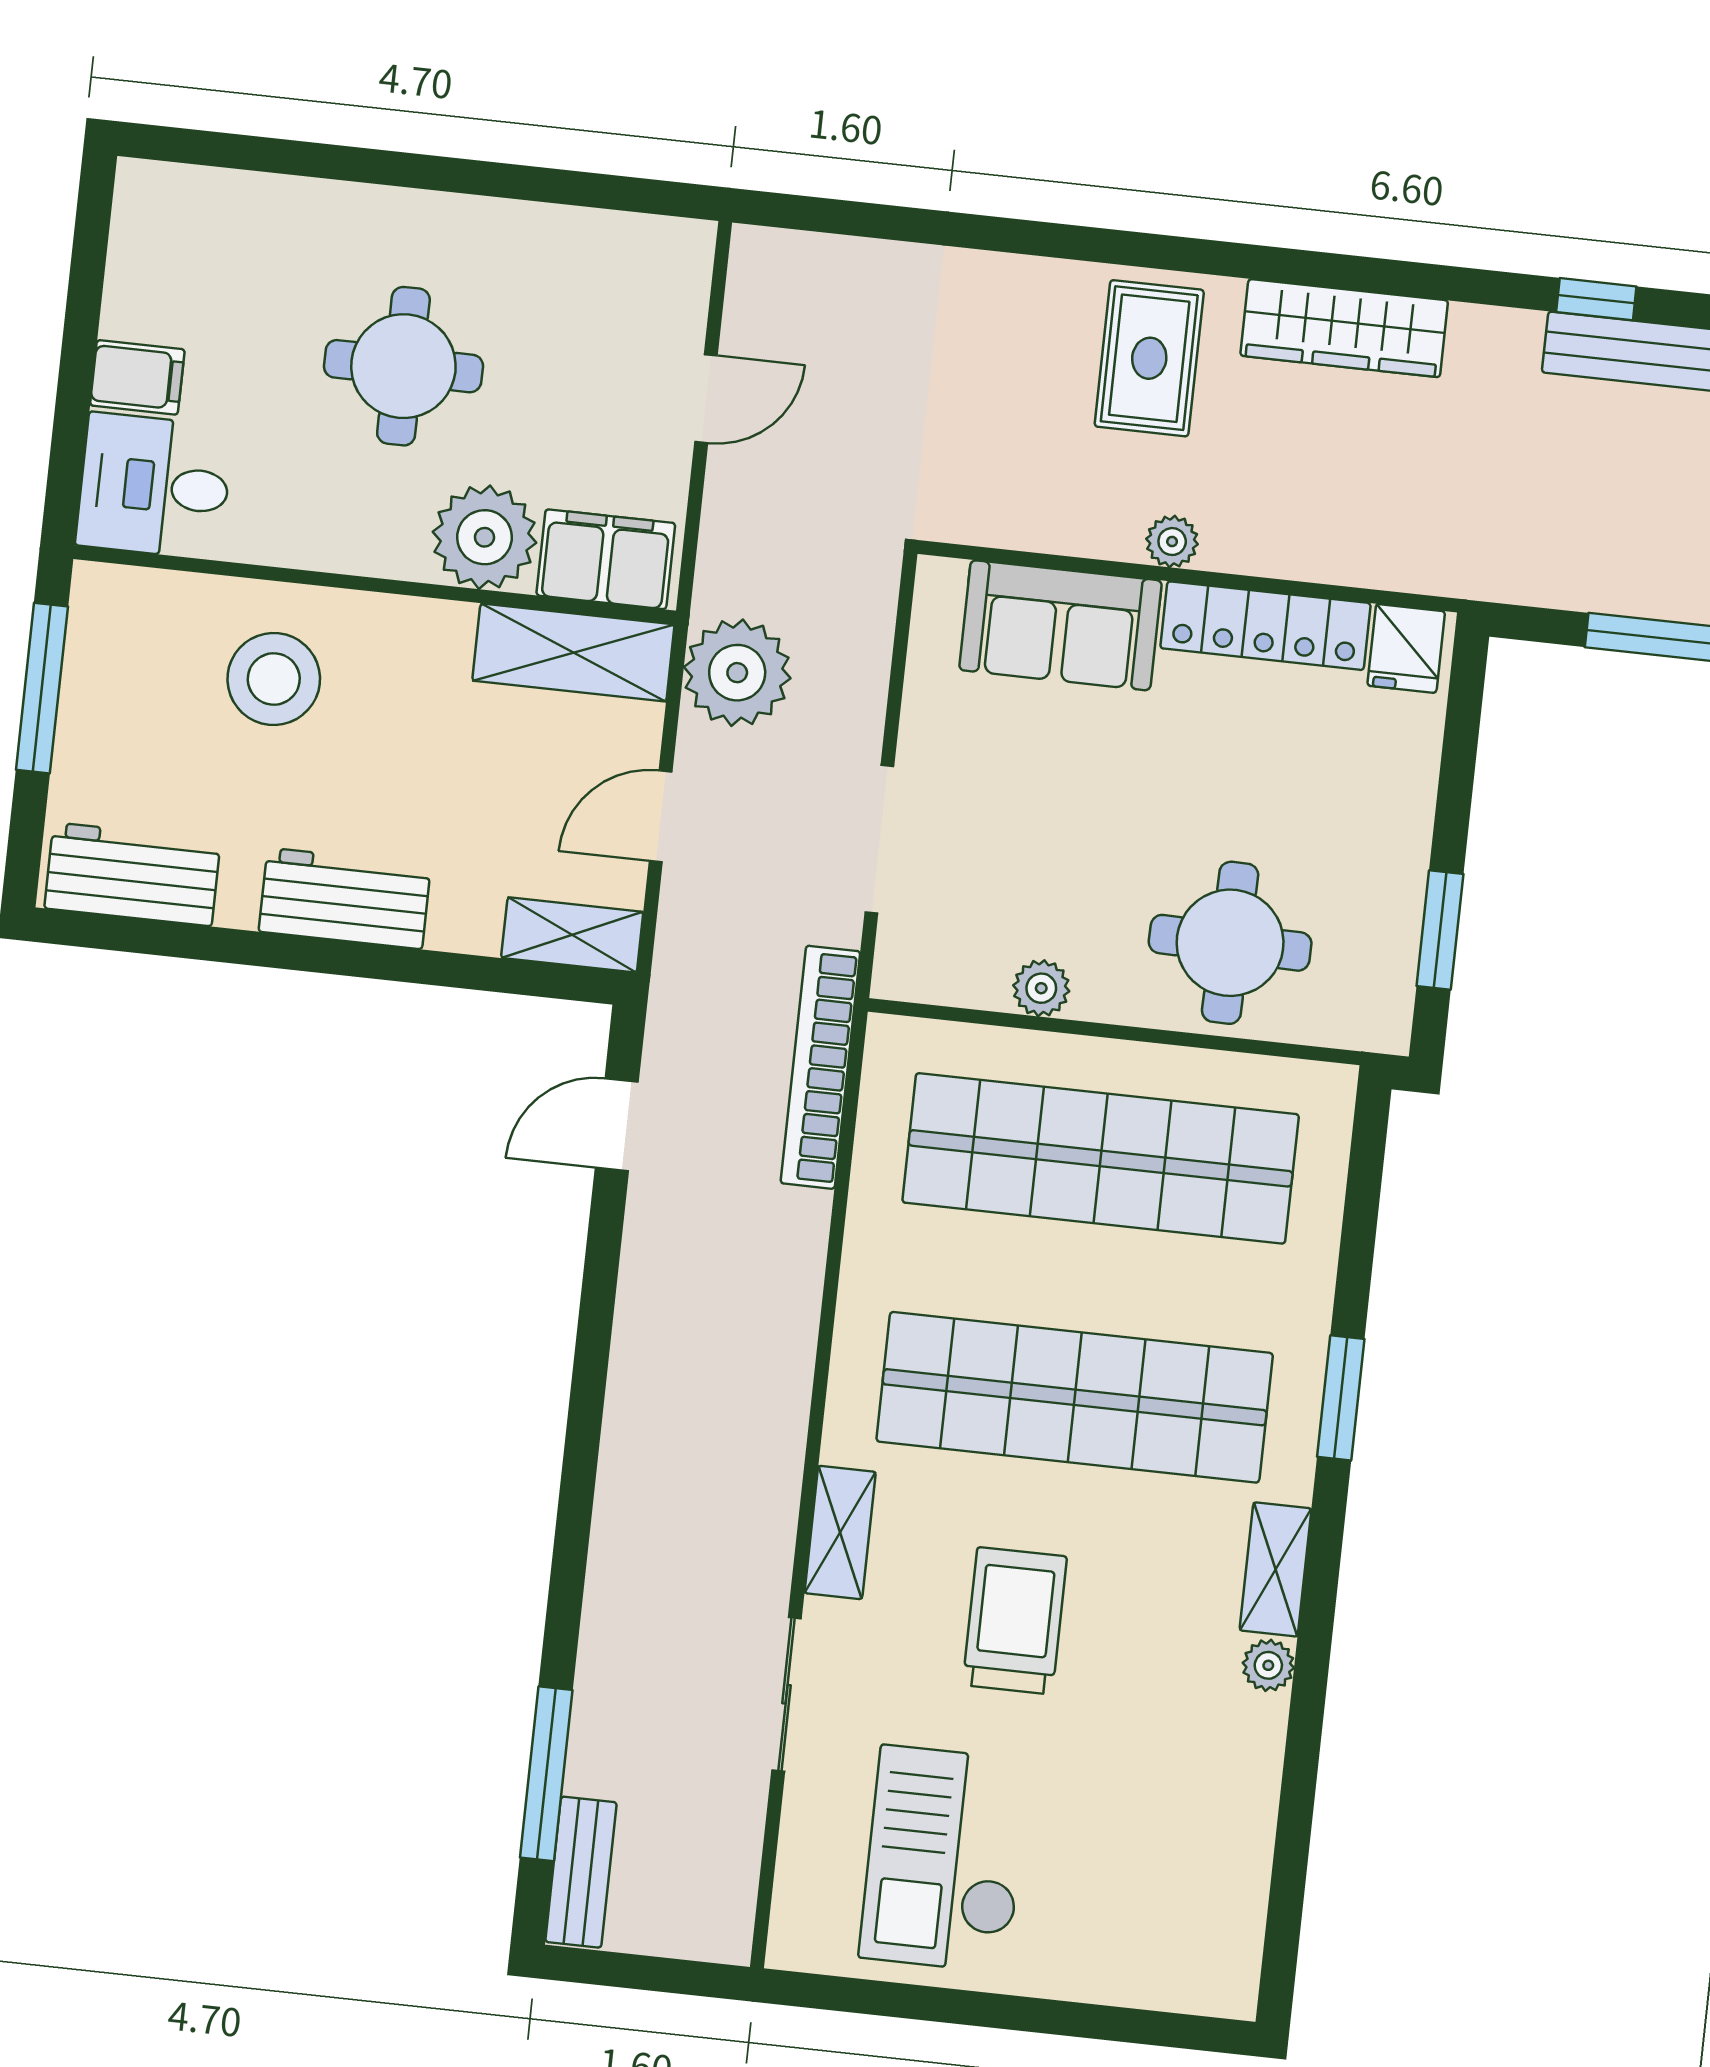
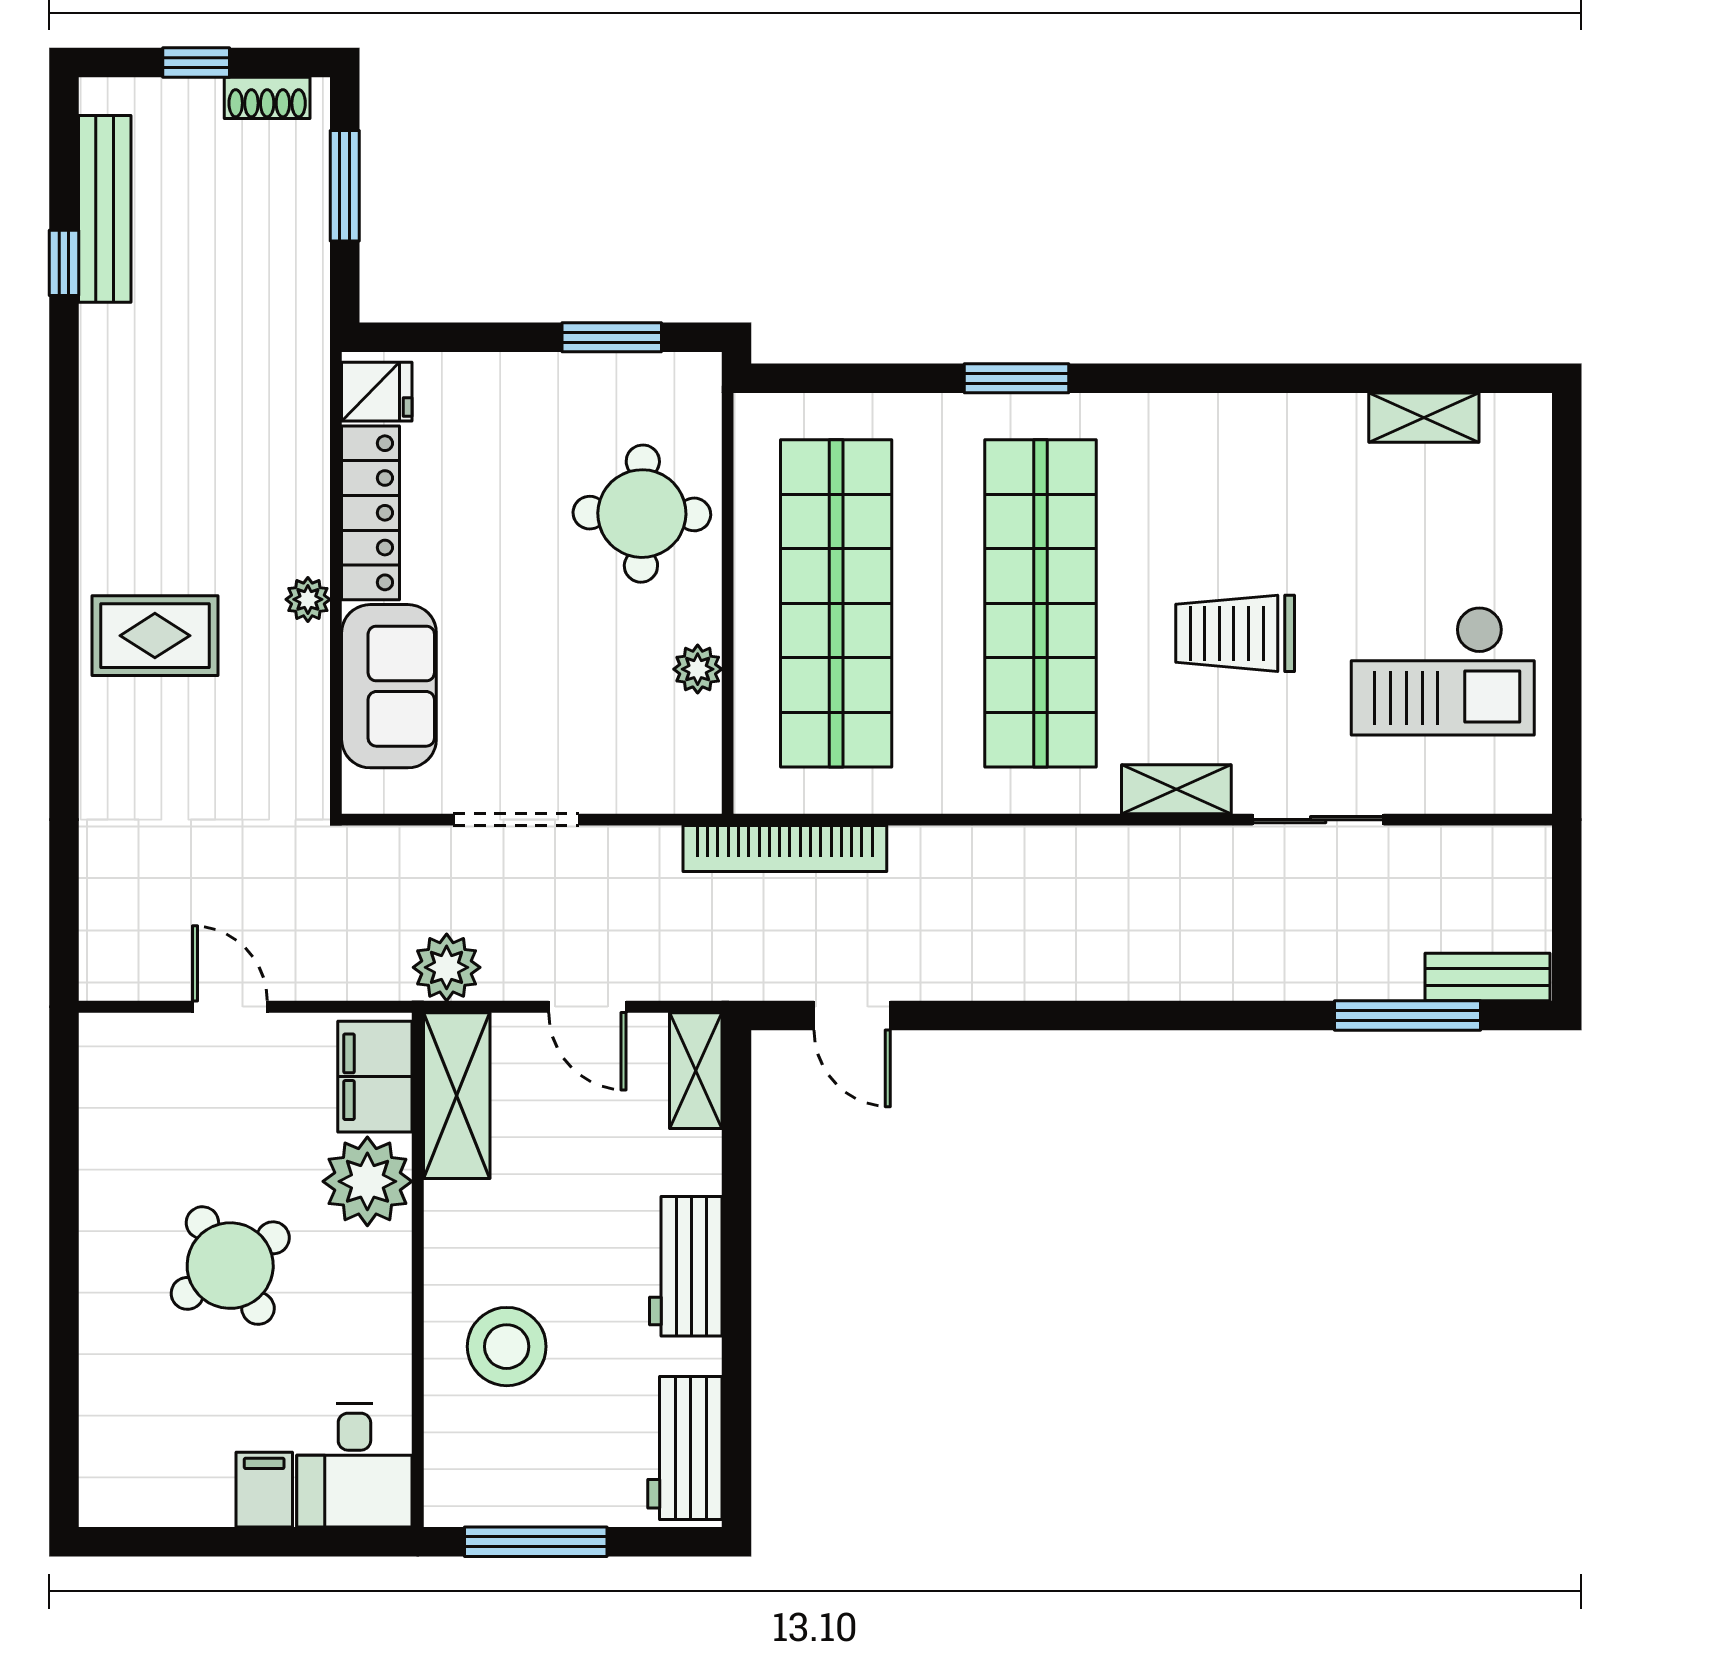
wardrobe: (1344, 328) -> (112, 474), removed
round table: (403, 366) -> (230, 1266), turned -33
plant: (737, 673) -> (447, 967), width x0.73, depth x0.73
doorway: (879, 839) -> (516, 820), moved
shelving: (1276, 1569) -> (1424, 418), moved
plant: (1268, 1665) -> (1249, 415), removed

